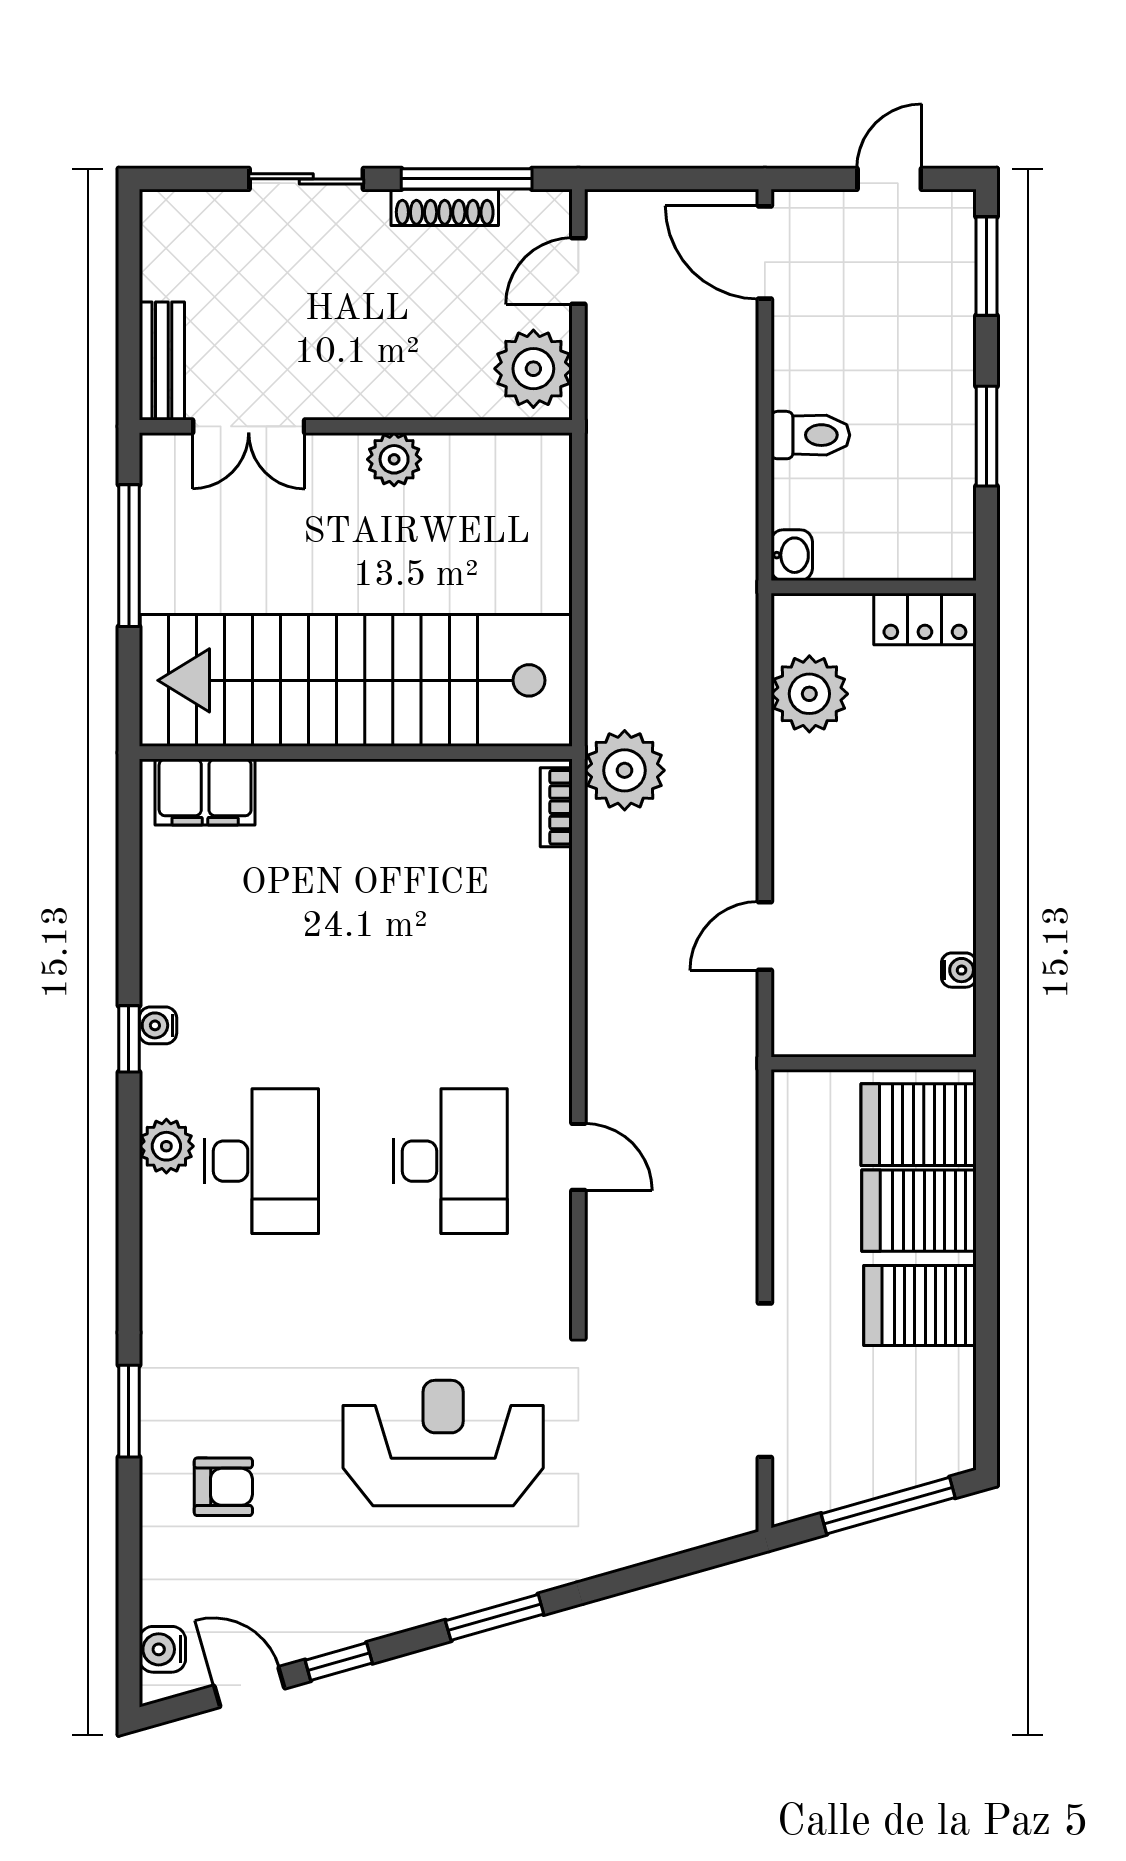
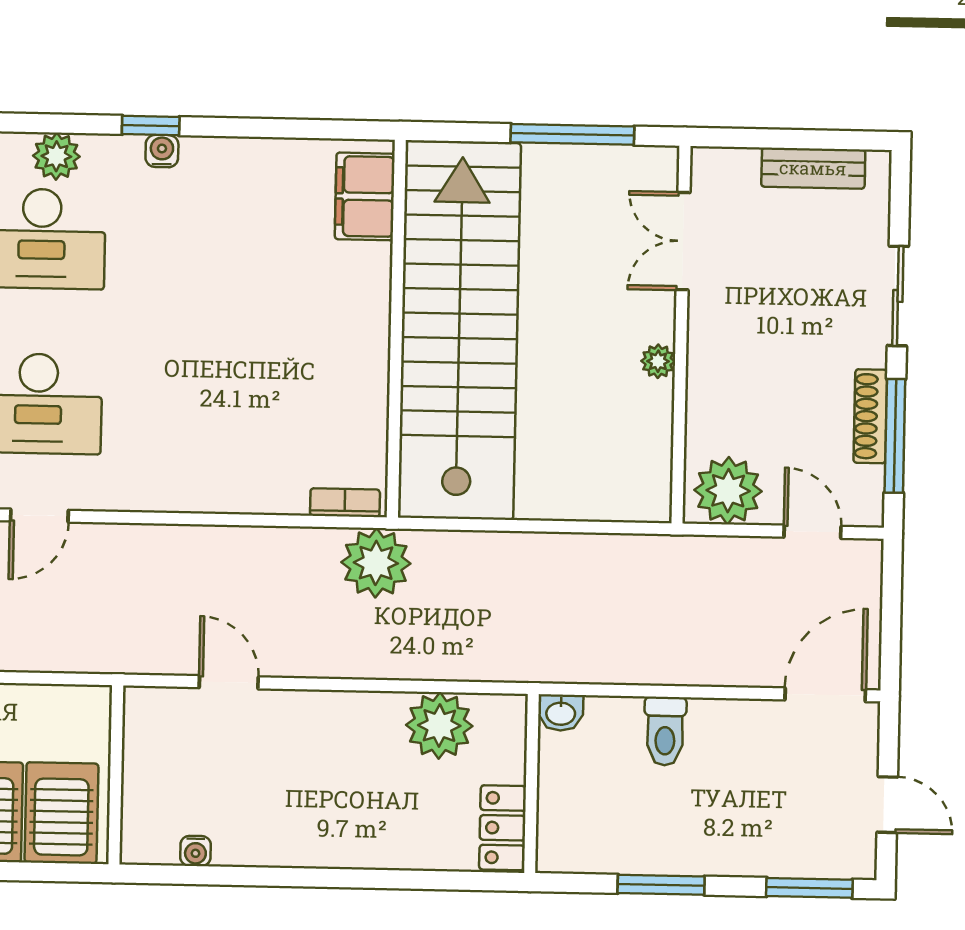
bench: (162, 361) -> (813, 168), moved
plant: (394, 459) -> (658, 361), width x0.73, depth x0.73

